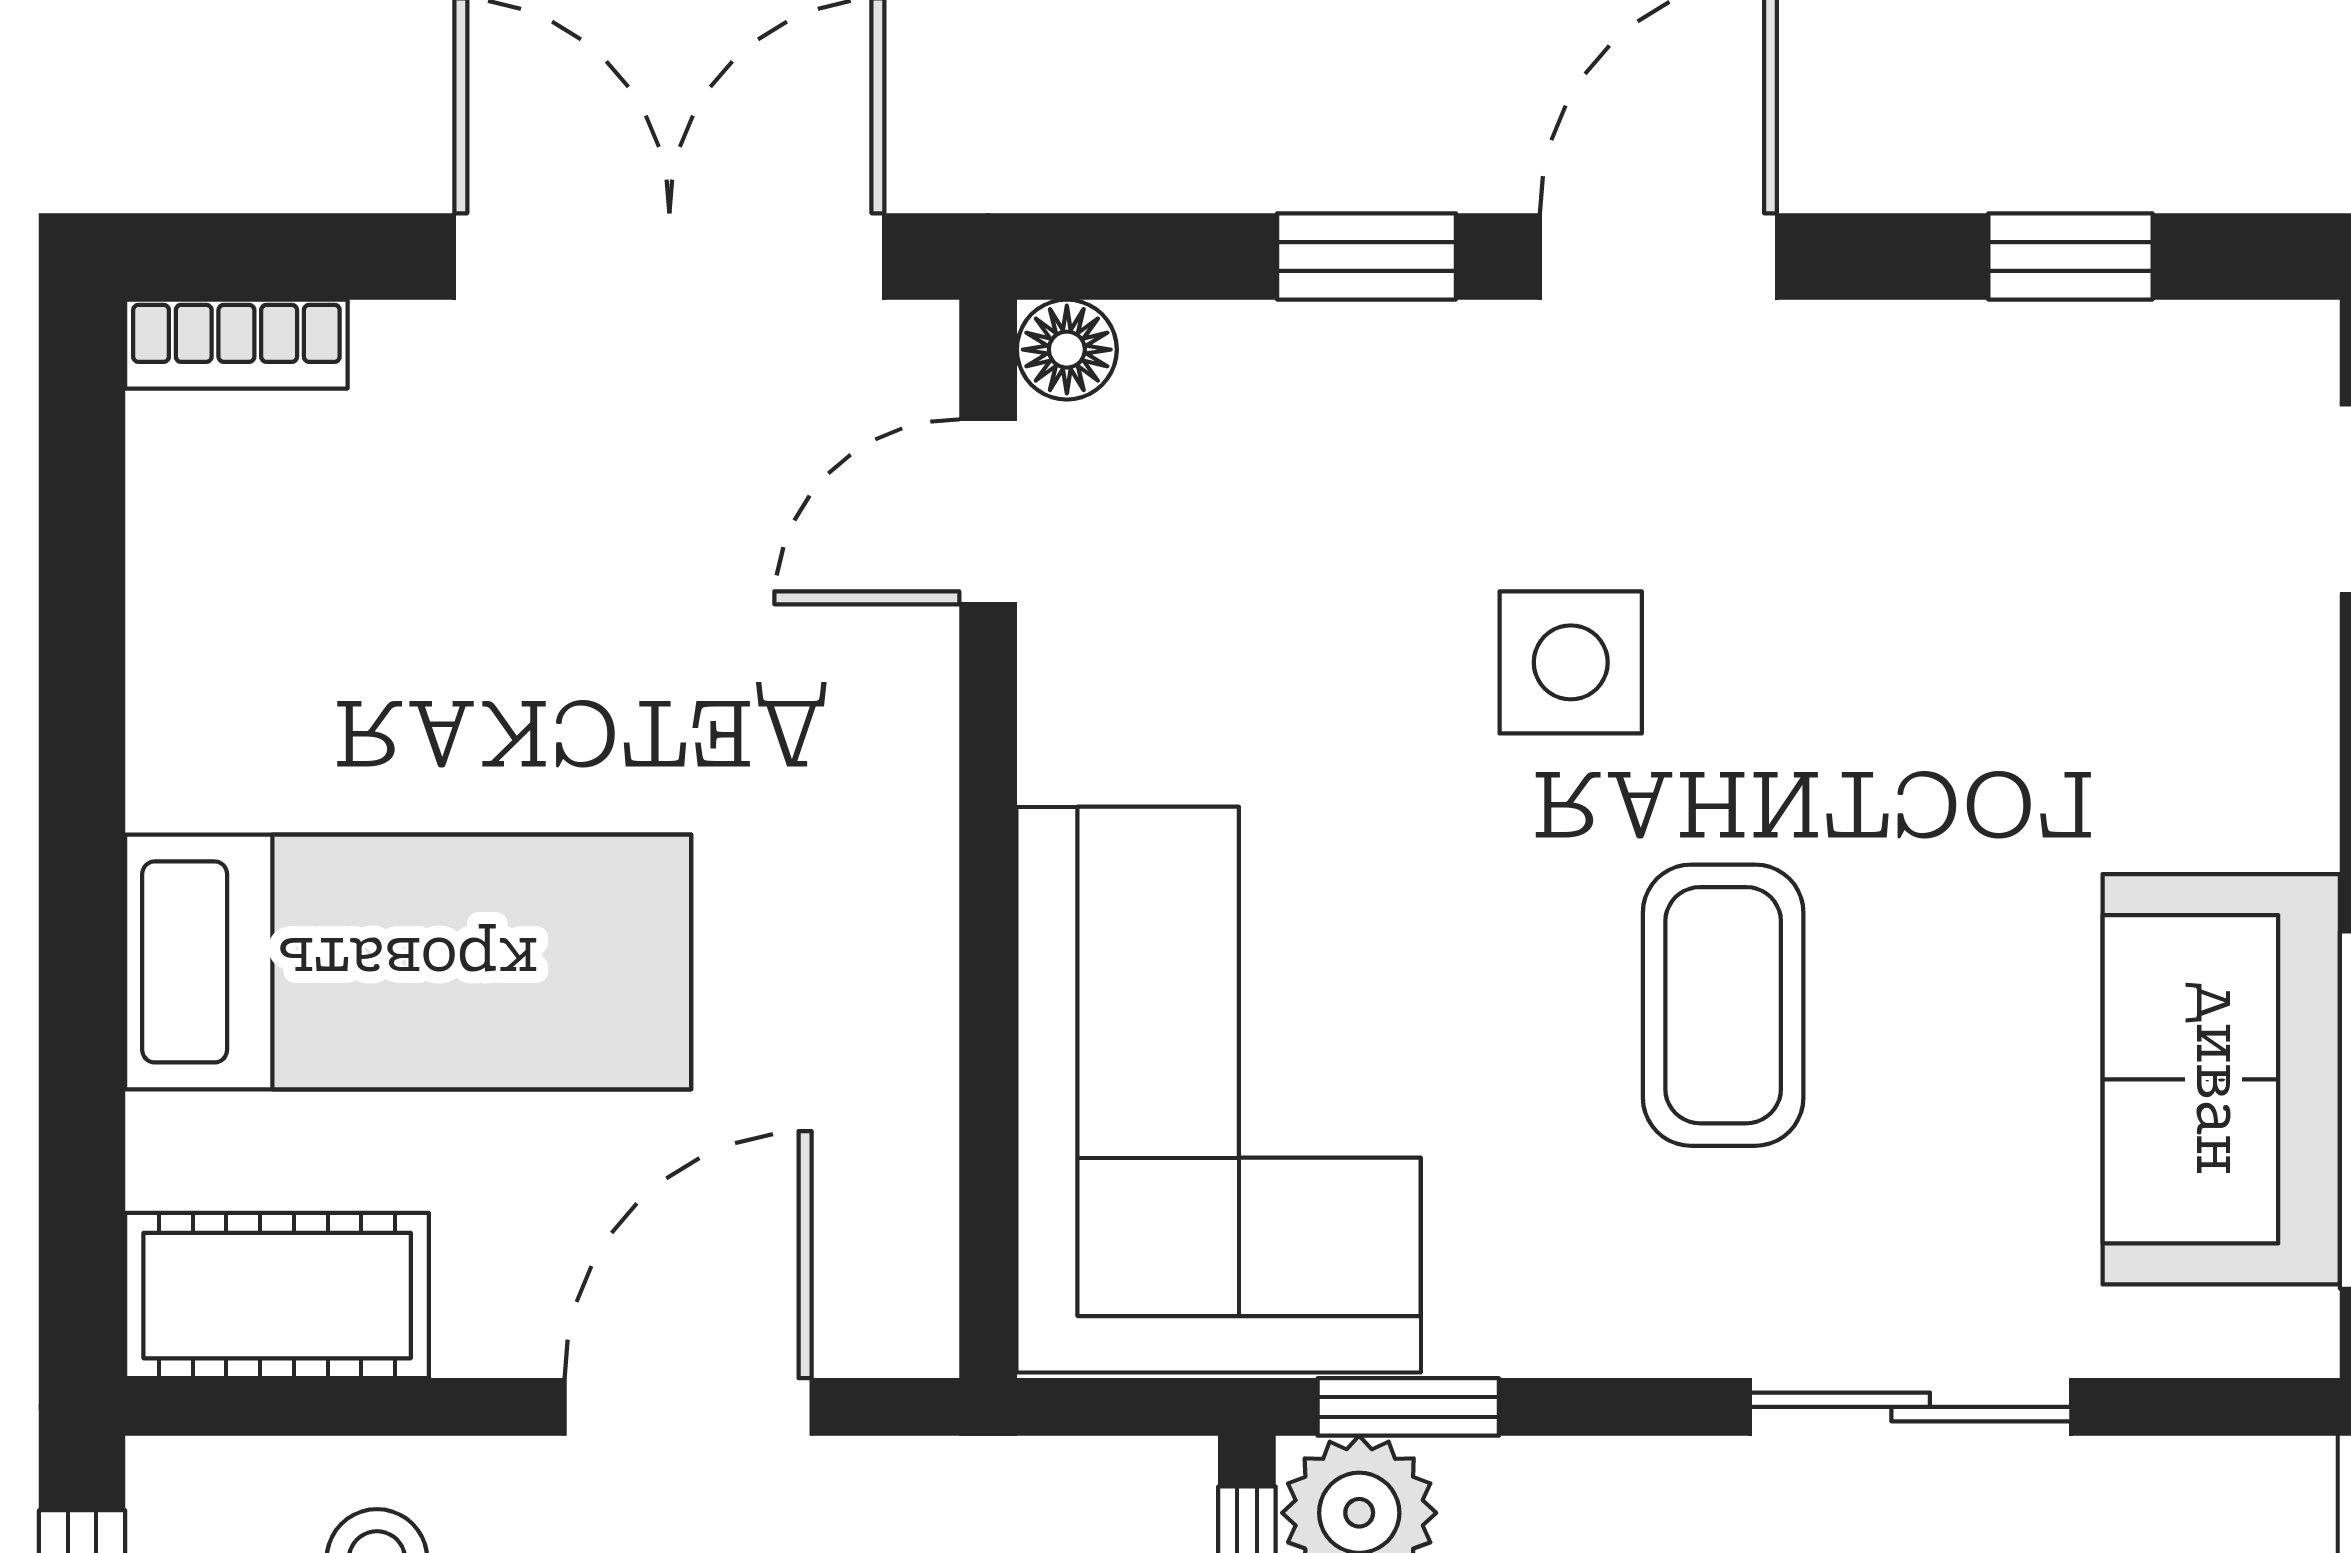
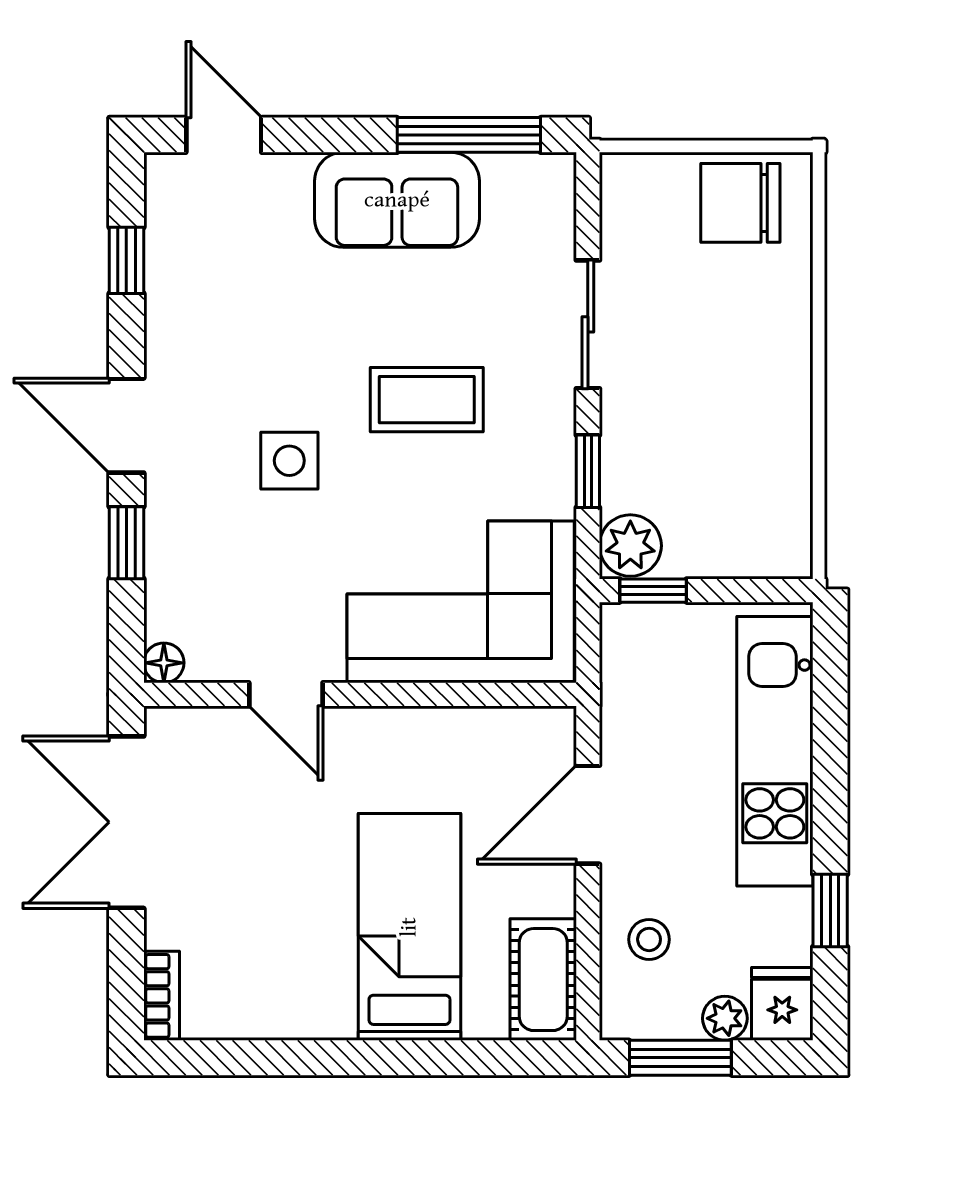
door: (988, 512) -> (286, 694), moved
sofa: (2221, 1079) -> (397, 200), moved
door: (688, 1407) -> (588, 815), hinge flipped
window: (1408, 1407) -> (588, 471), moved

